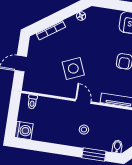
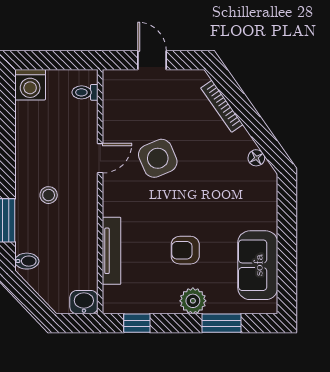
door: (83, 101) -> (100, 158), moved

